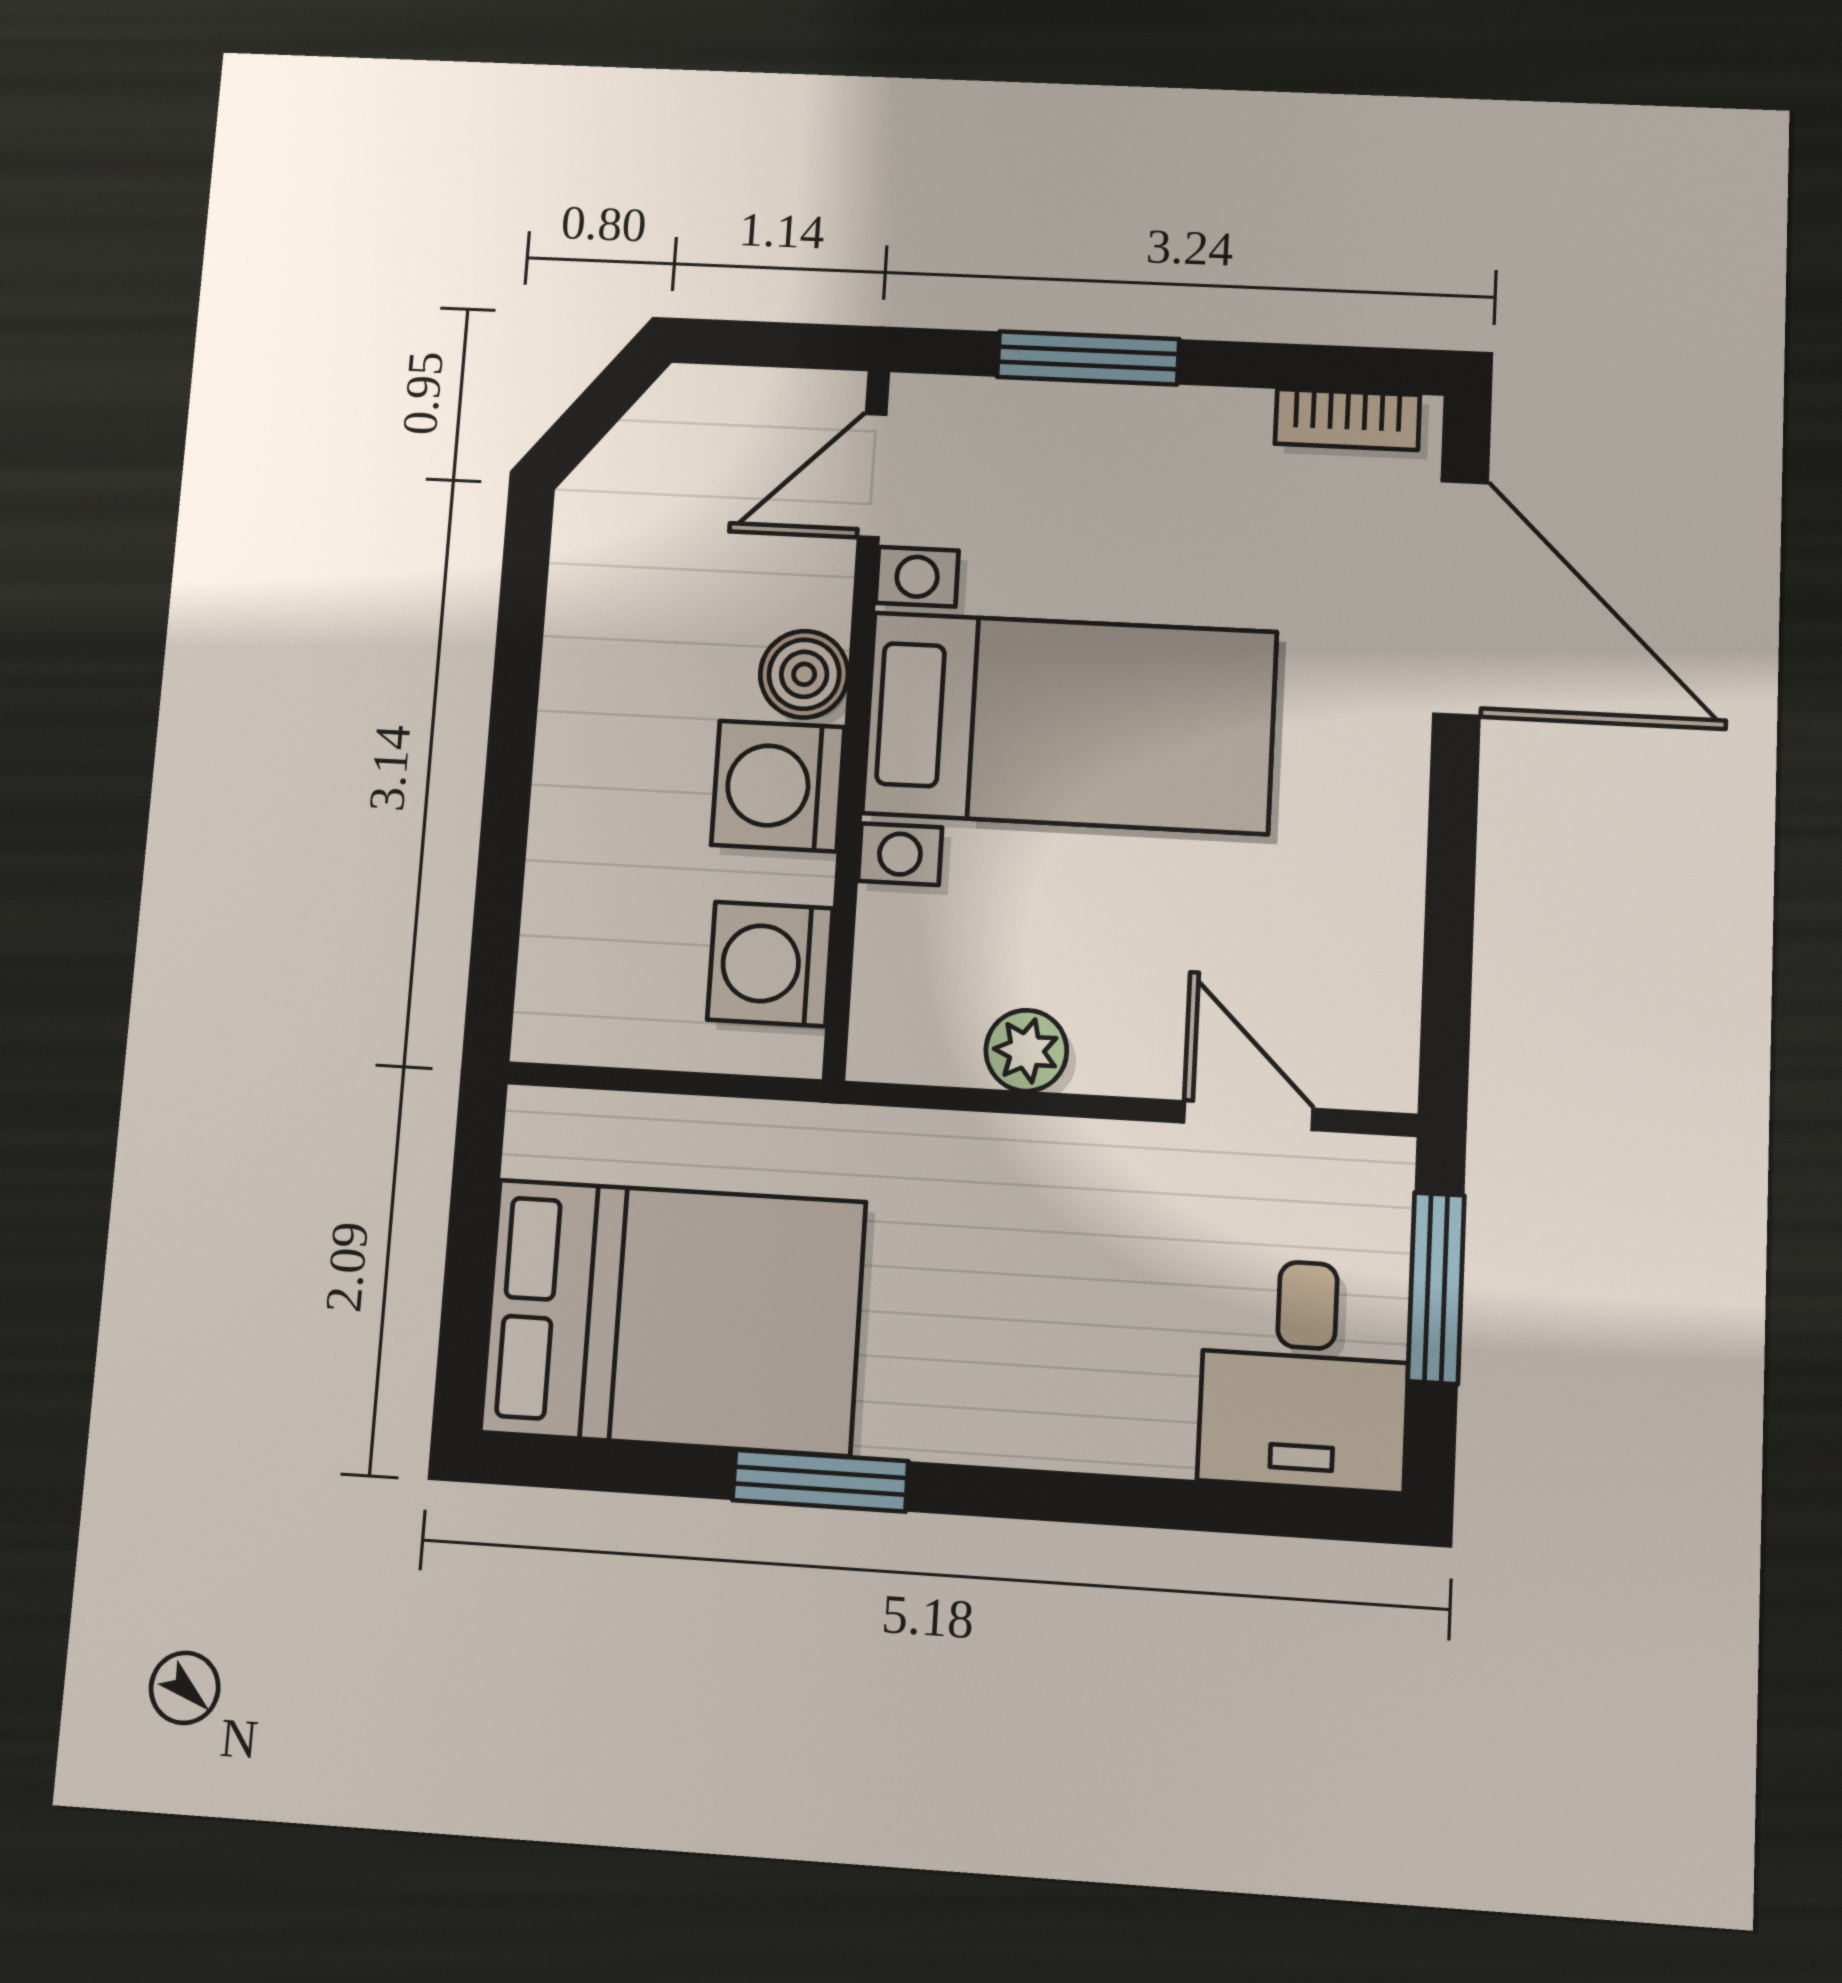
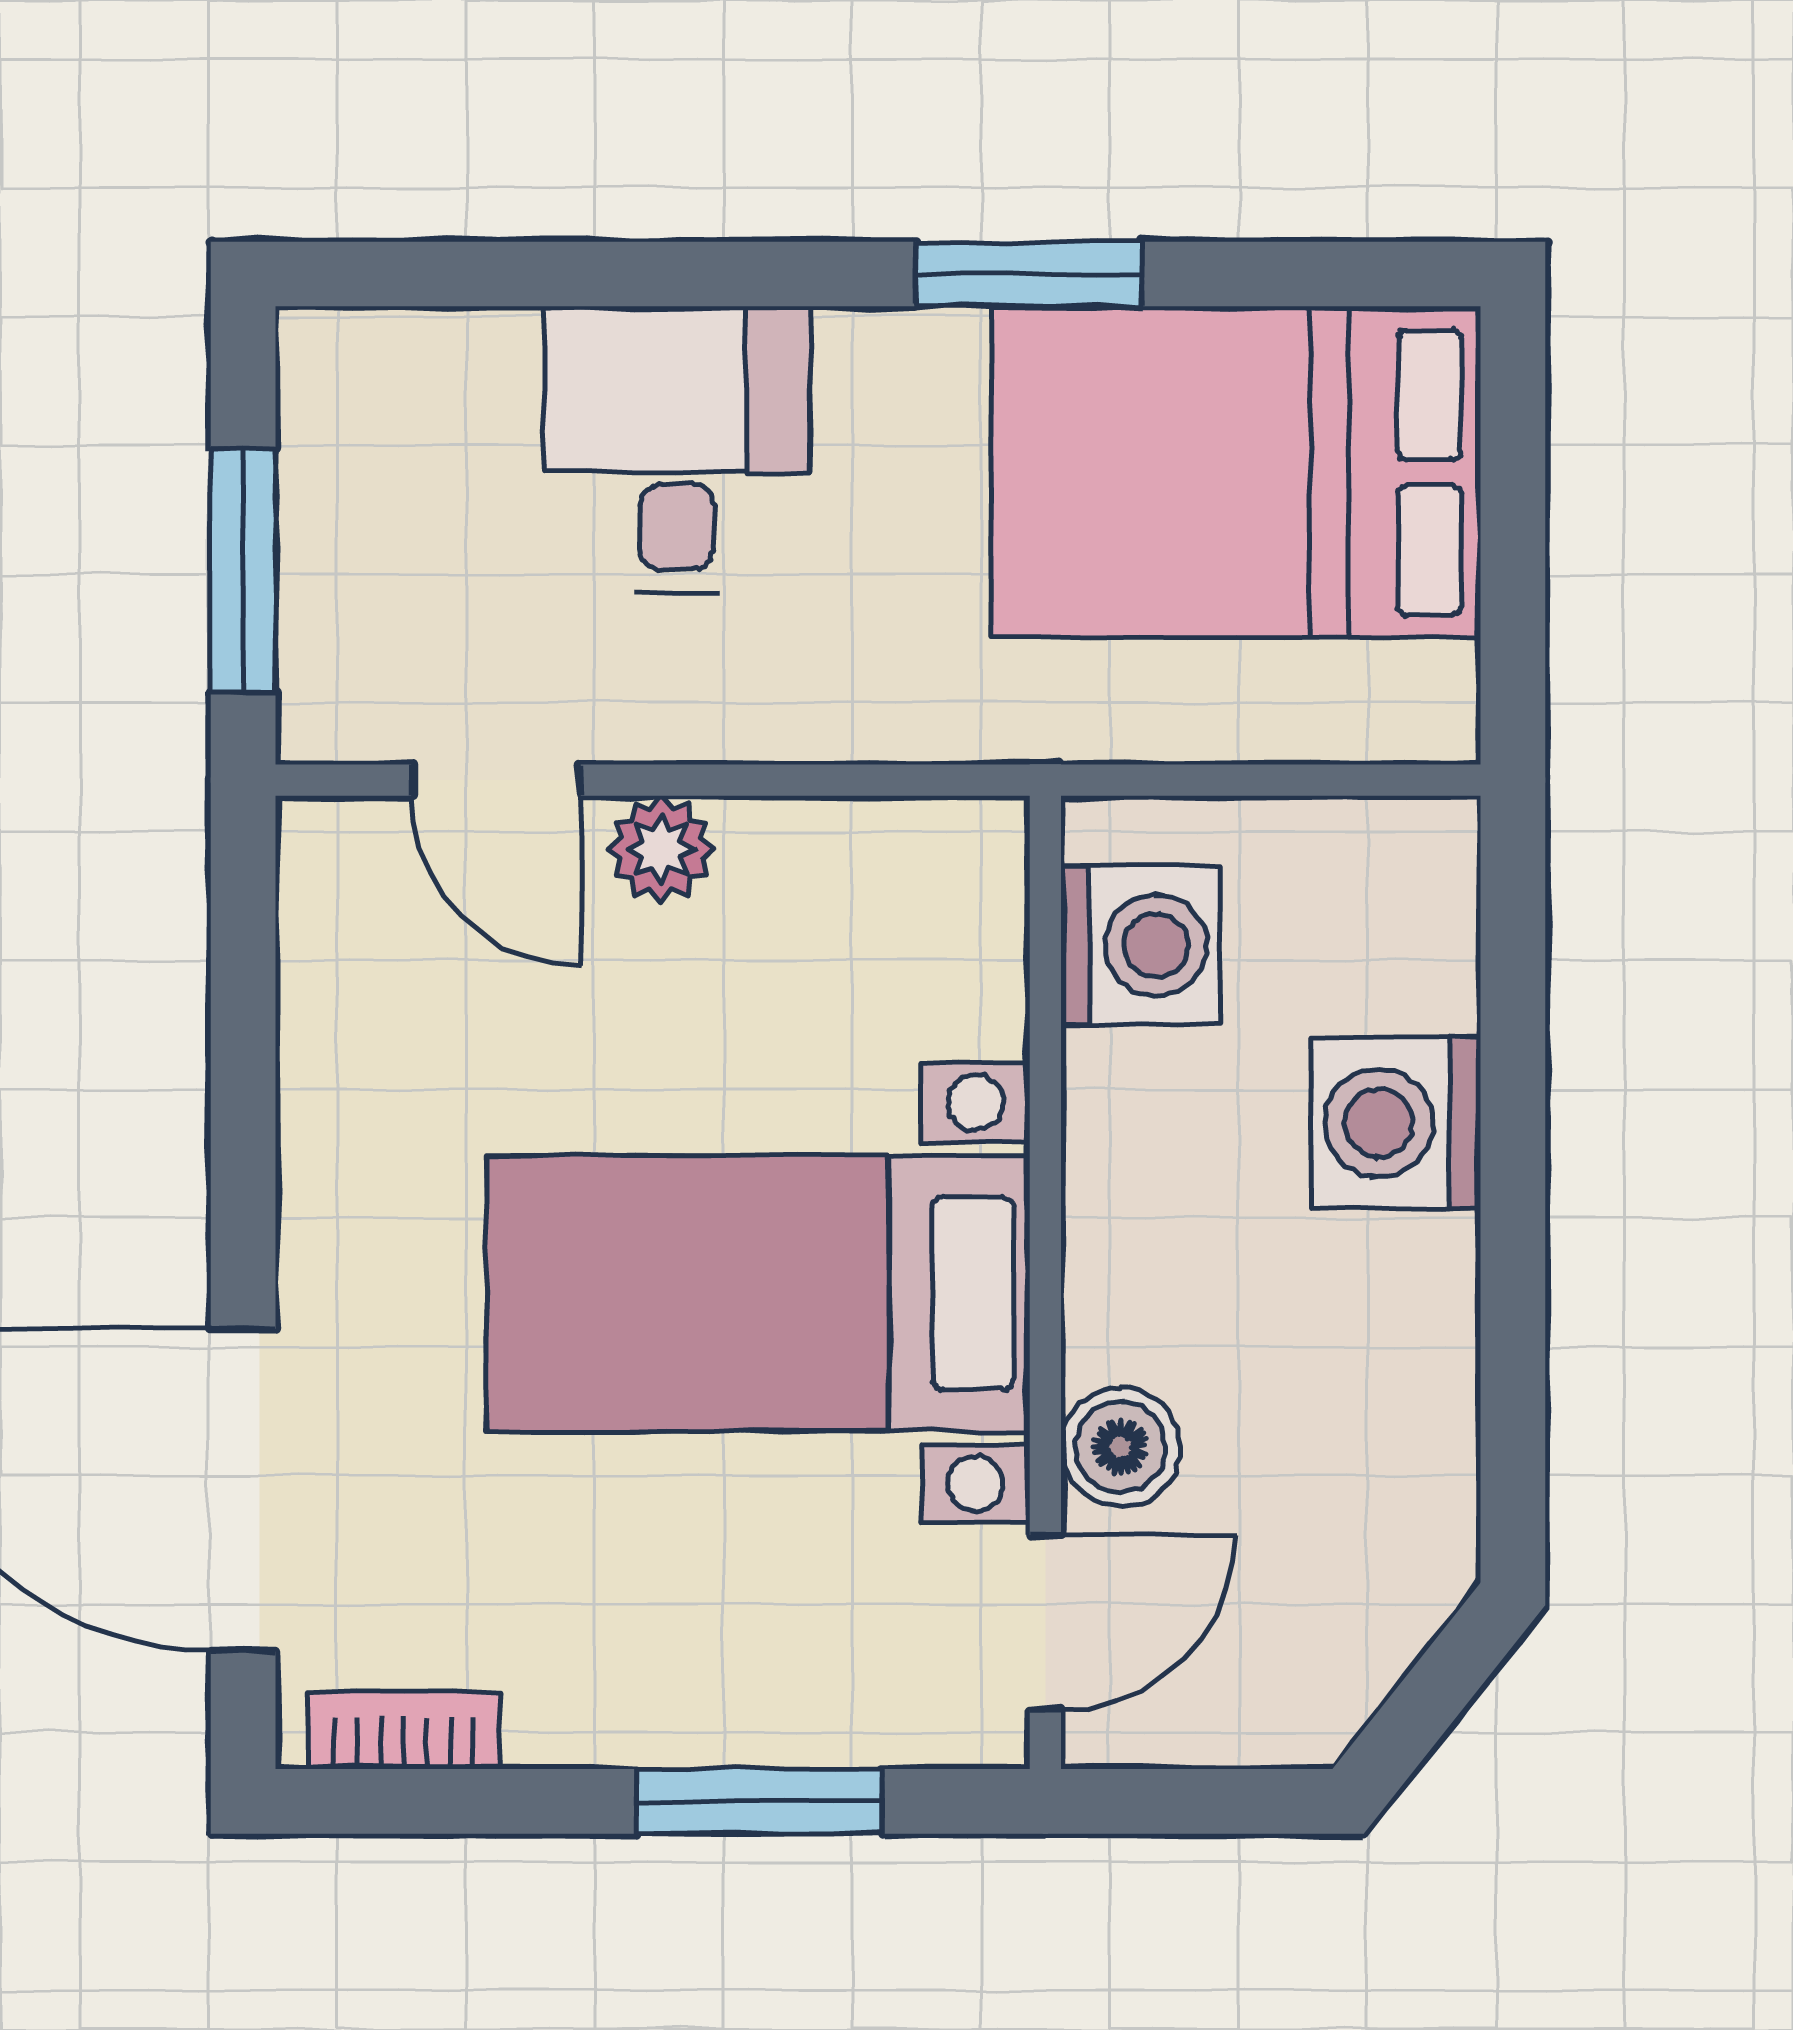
boiler: (804, 674) -> (1121, 1447), moved
washing machine: (778, 786) -> (1396, 1123), moved, turned 180
plant: (1026, 1051) -> (661, 849), moved
desk: (1305, 1374) -> (677, 450), moved

